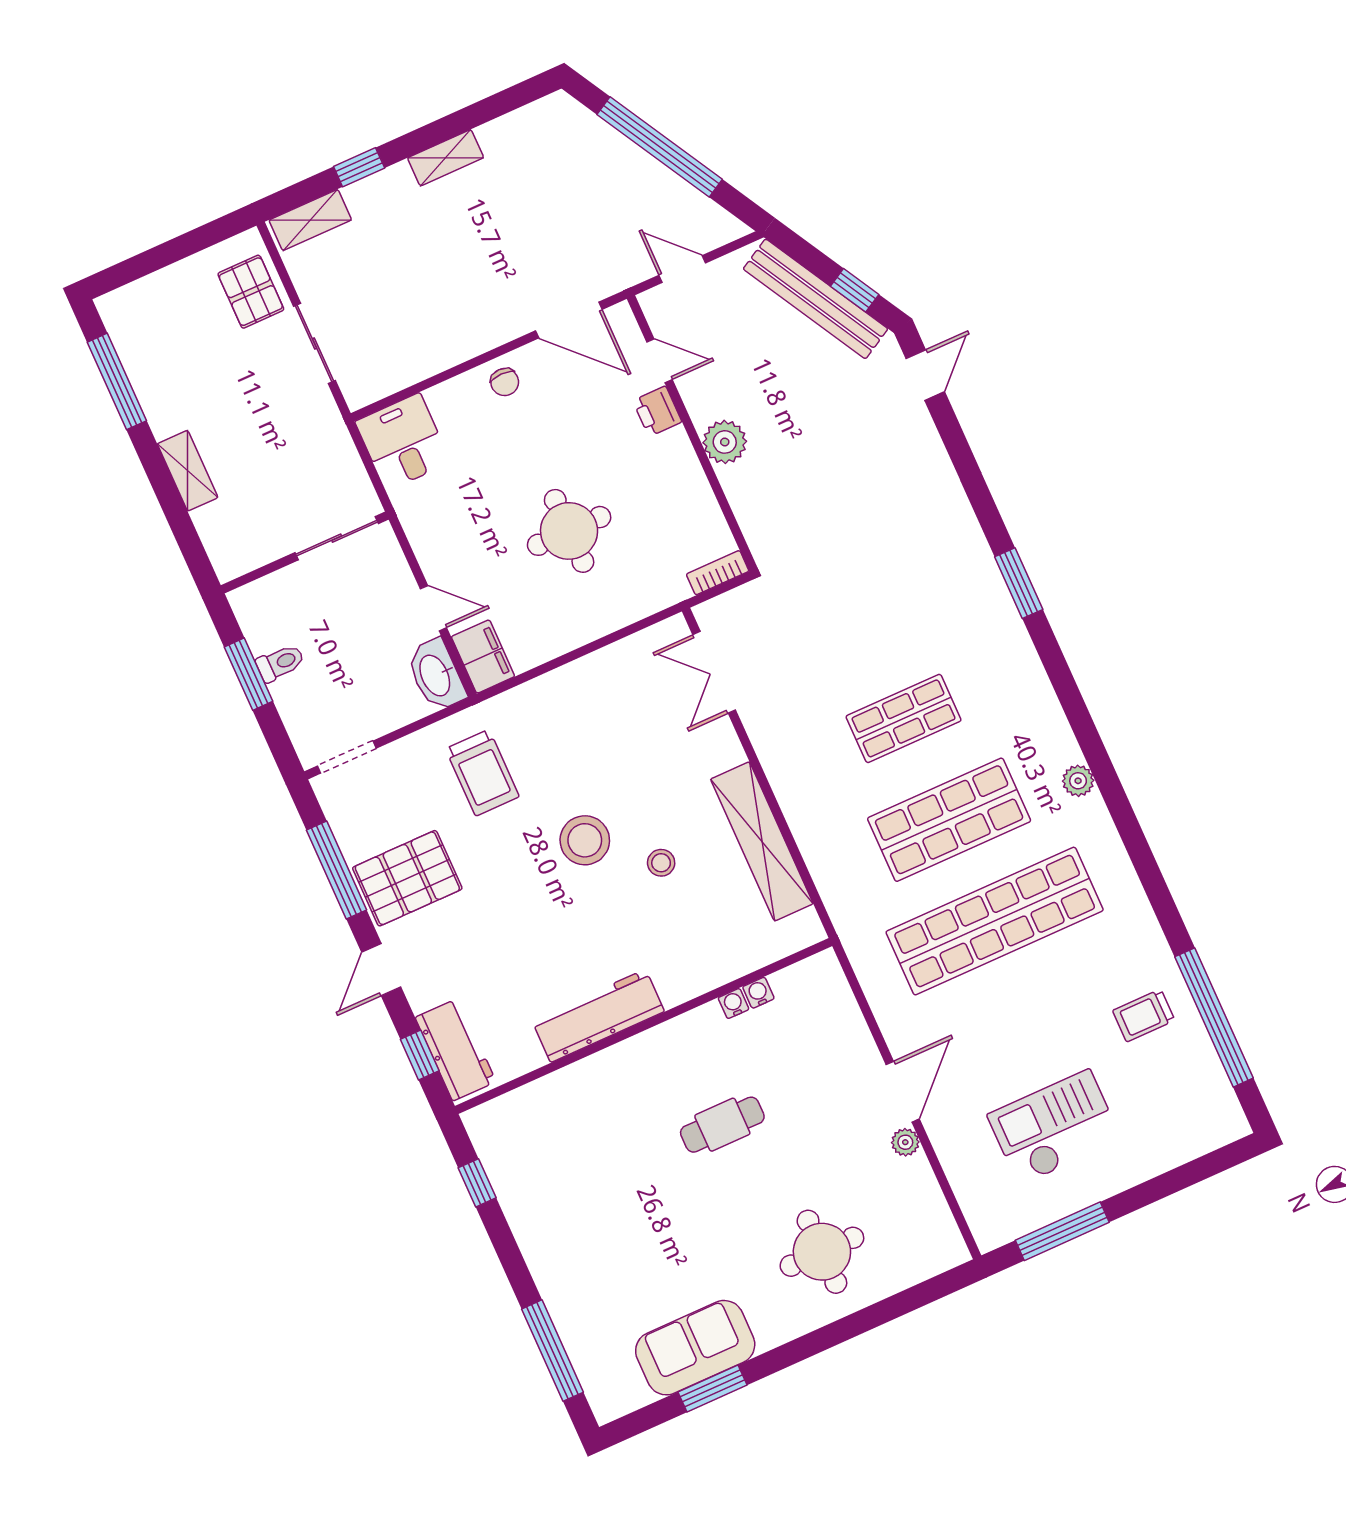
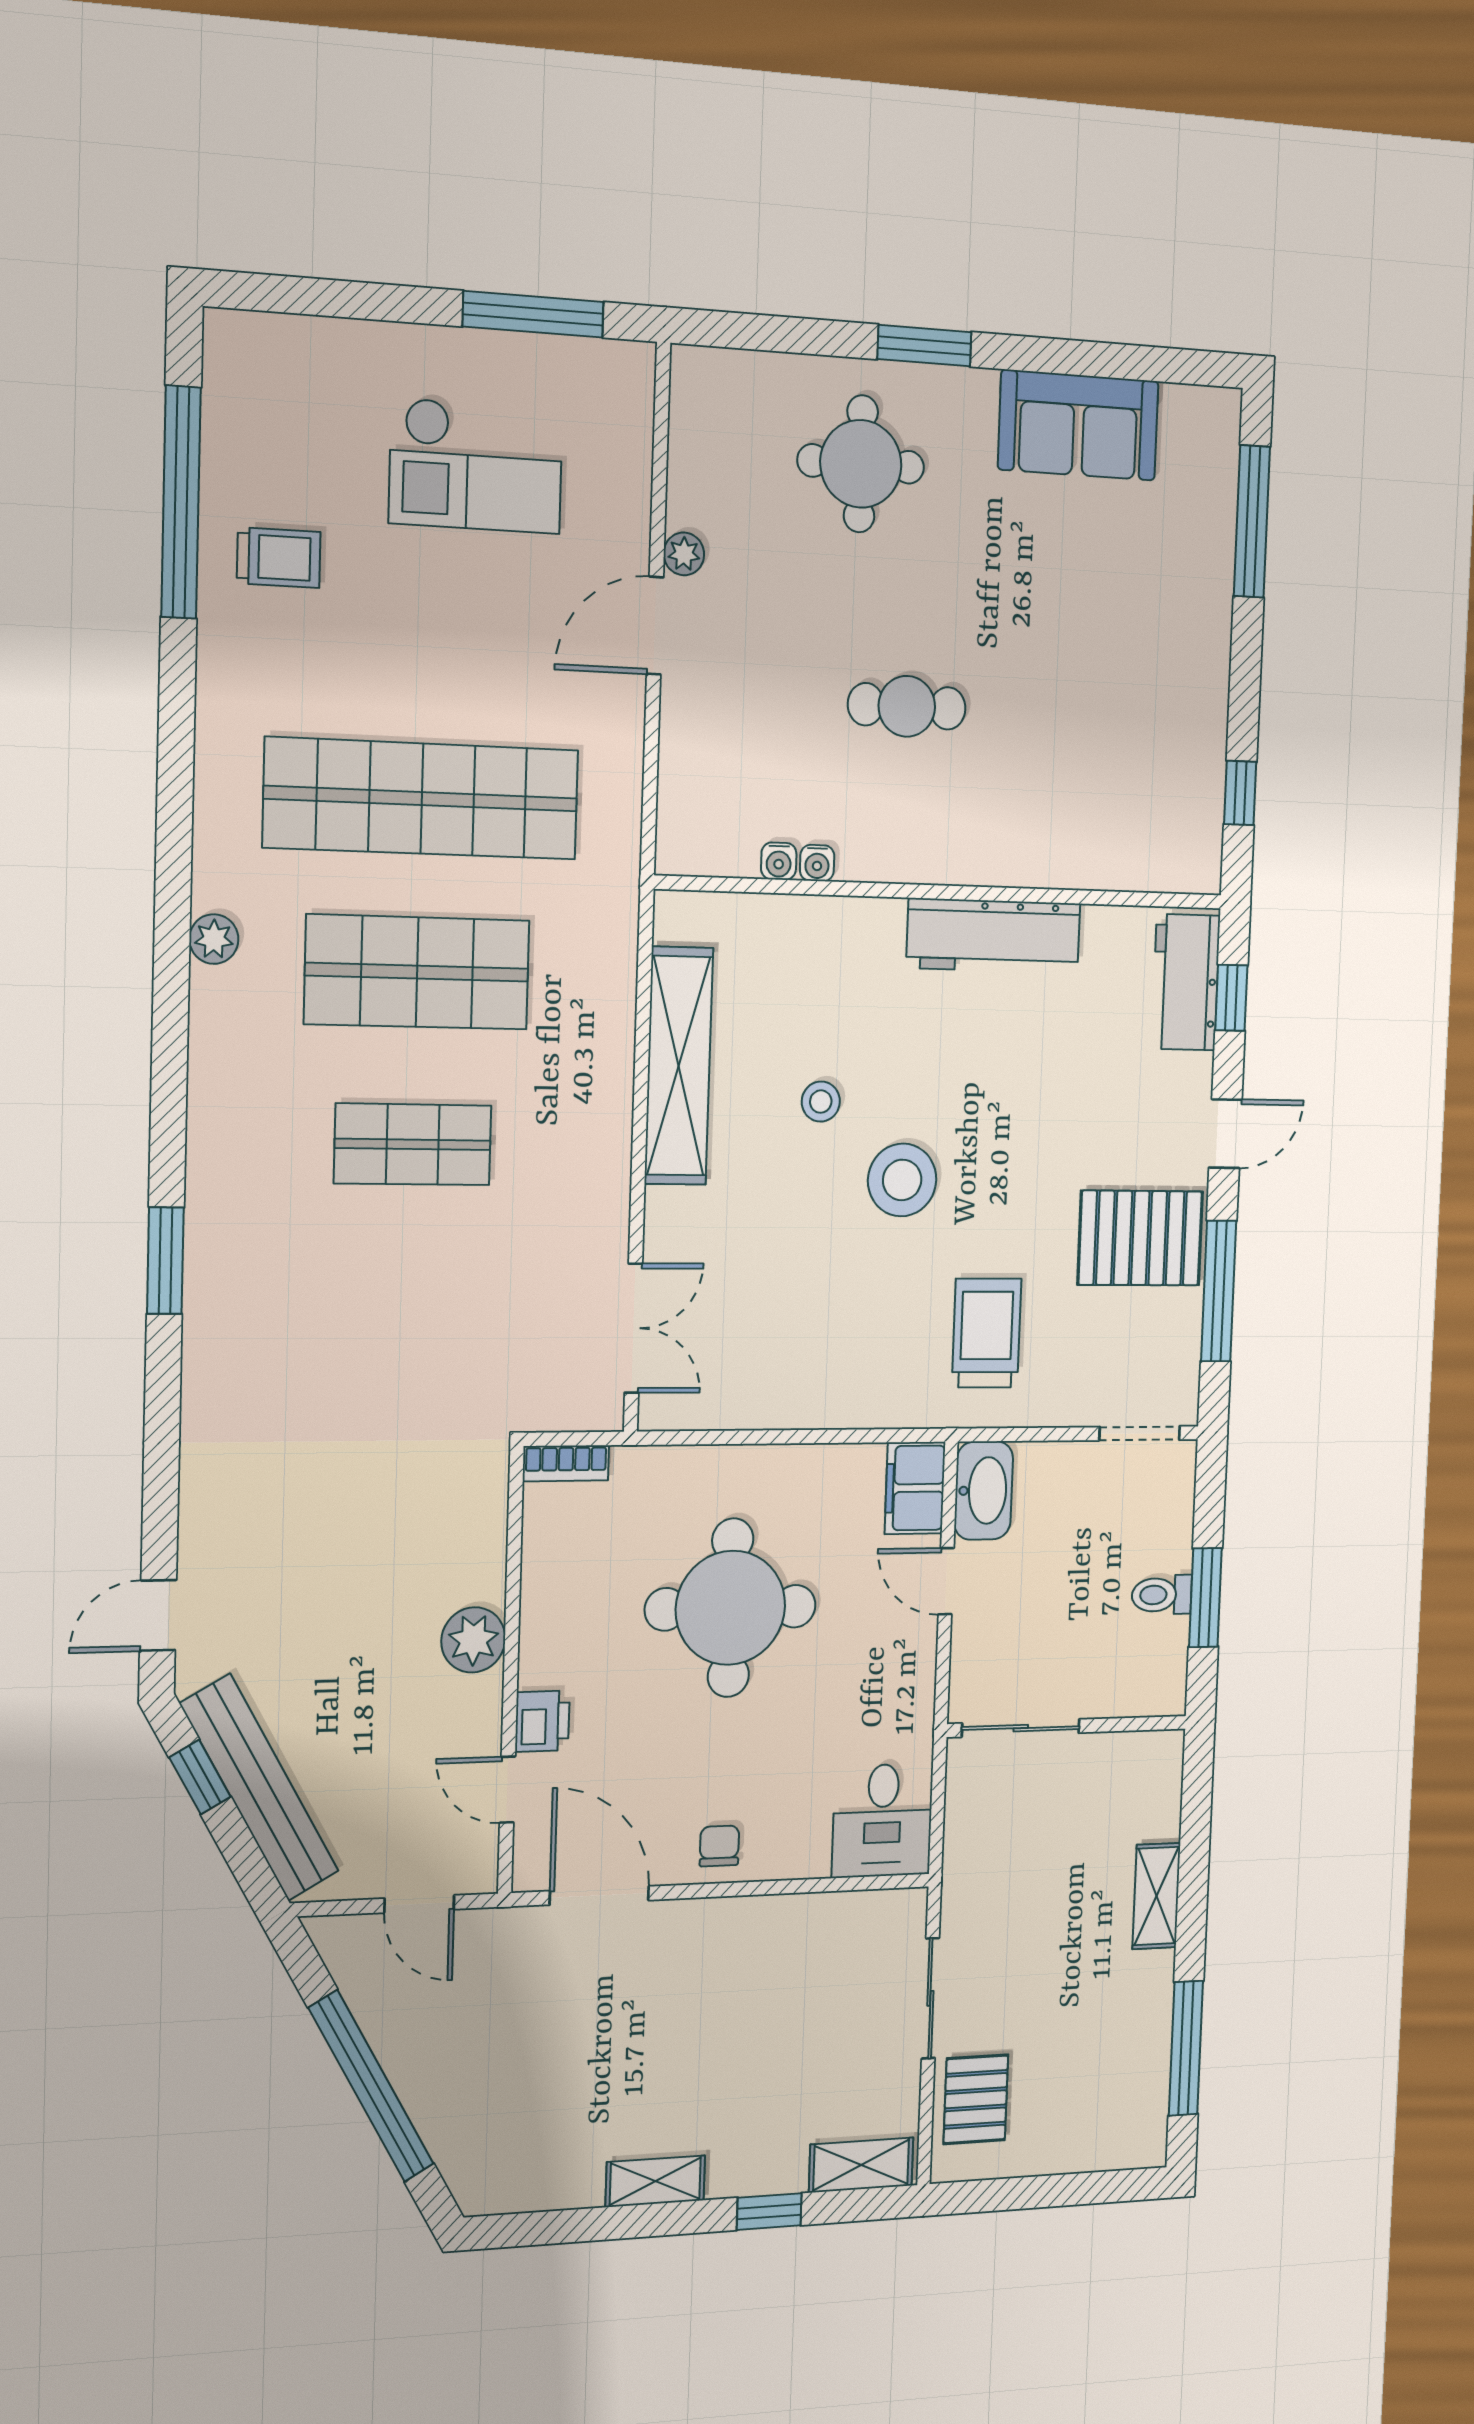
round table: (569, 531) -> (730, 1608), width x1.36, depth x1.36
window: (713, 1388) -> (924, 346), moved

